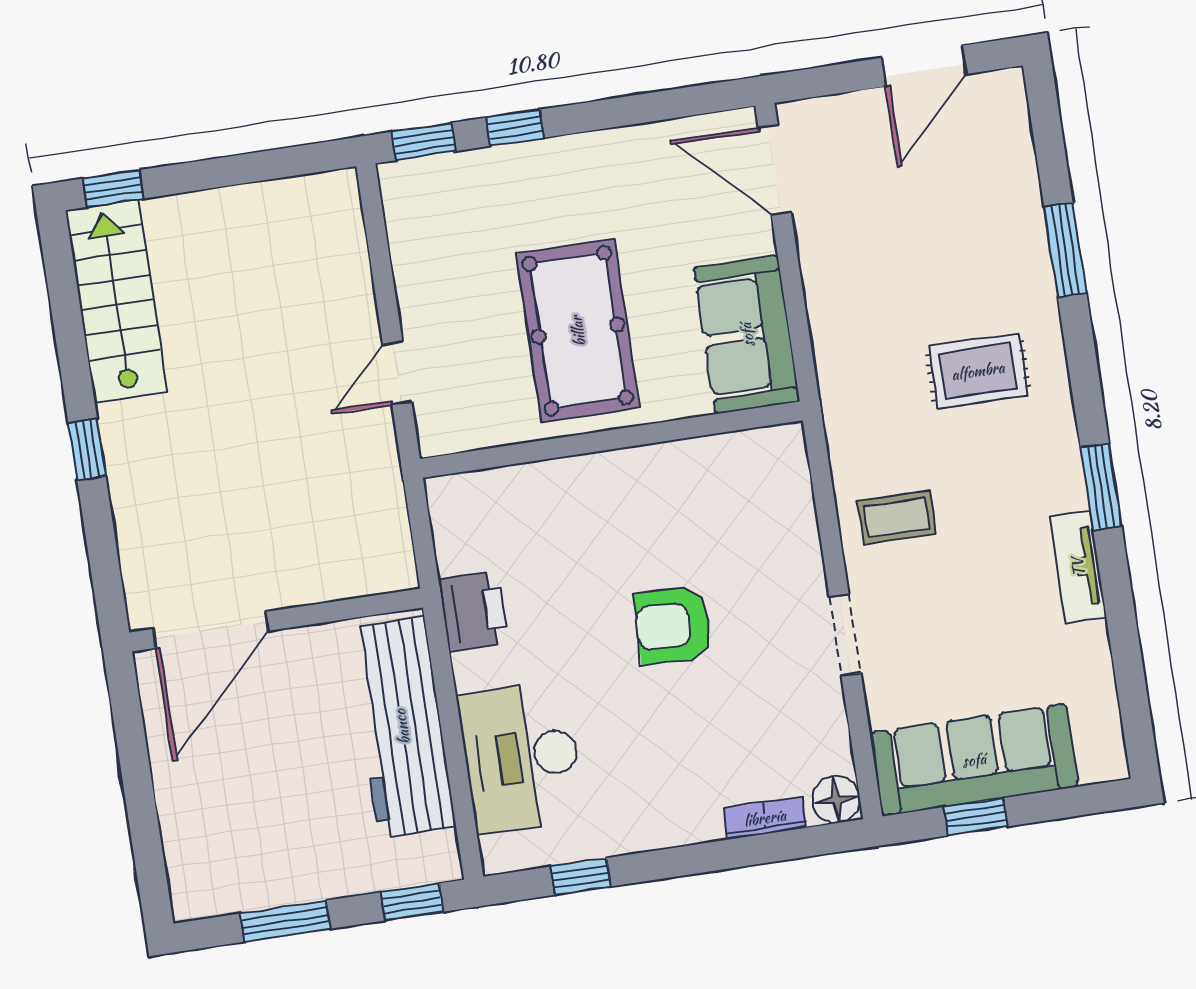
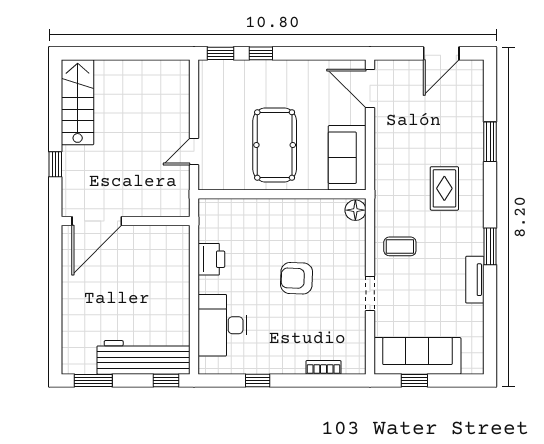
window: (113, 188) -> (83, 53), removed
rug: (978, 371) -> (444, 188), turned 90
wall: (276, 620) -> (126, 221), moved
door: (211, 630) -> (97, 221), moved
workbench: (402, 727) -> (143, 357), moved, turned 90
floor lamp: (836, 799) -> (355, 210), moved
window: (581, 876) -> (258, 381), moved
window: (285, 921) -> (93, 381), moved

